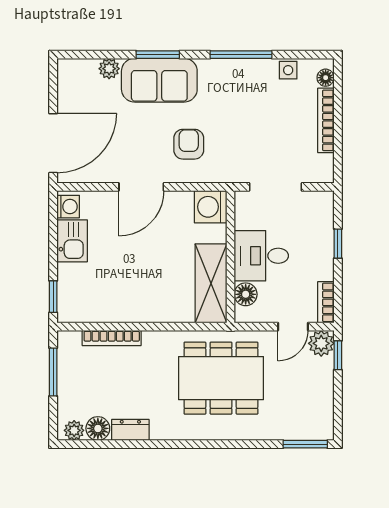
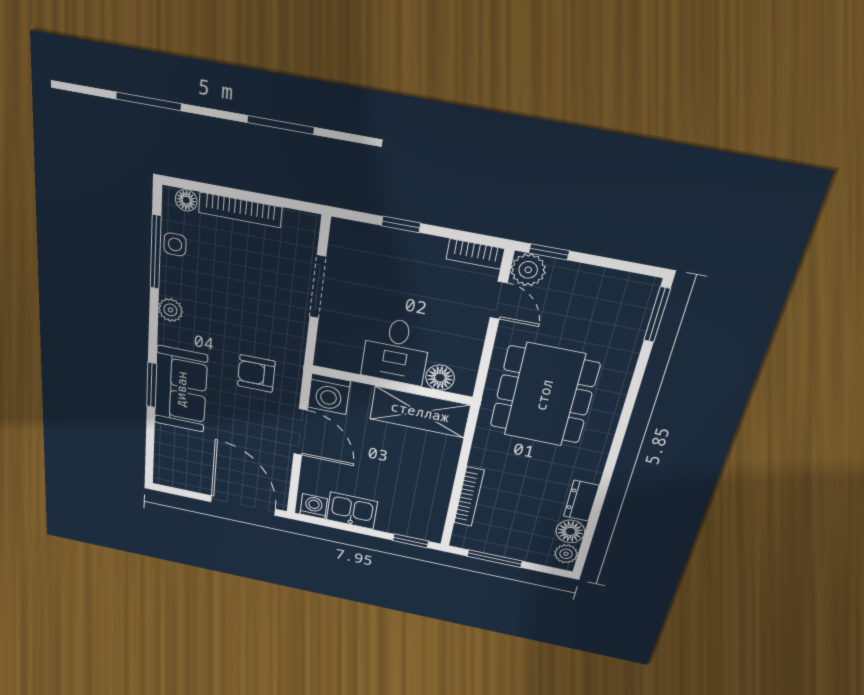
window: (241, 55) -> (156, 252), moved
plant: (109, 69) -> (170, 310), moved
washing machine: (211, 207) -> (329, 394), moved
desk: (261, 256) -> (396, 351), moved
wall: (230, 257) -> (392, 385), moved
shelving: (211, 283) -> (420, 412), moved
floor lamp: (246, 294) -> (440, 378), moved

